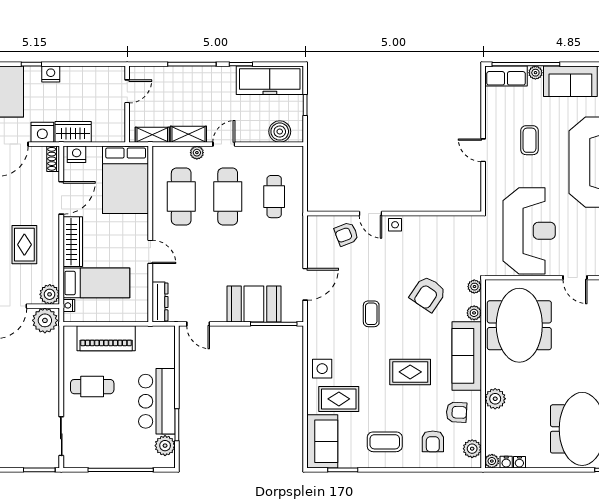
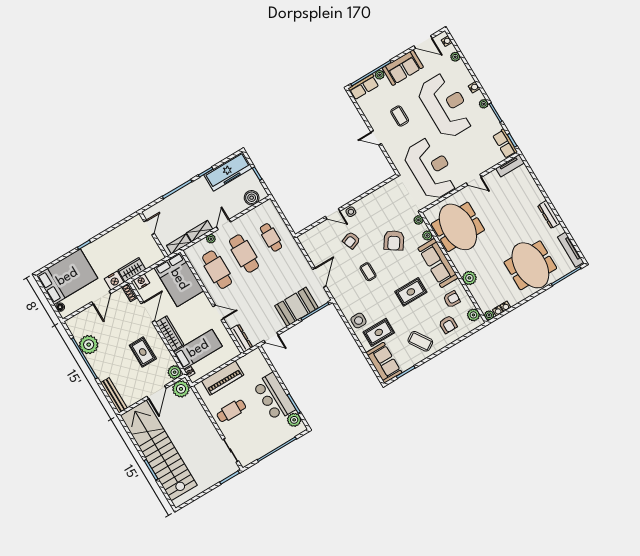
nightstand: (51, 74) -> (99, 244), removed
armchair: (346, 234) -> (351, 240), moved
coffee table: (385, 442) -> (420, 341), turned 57

